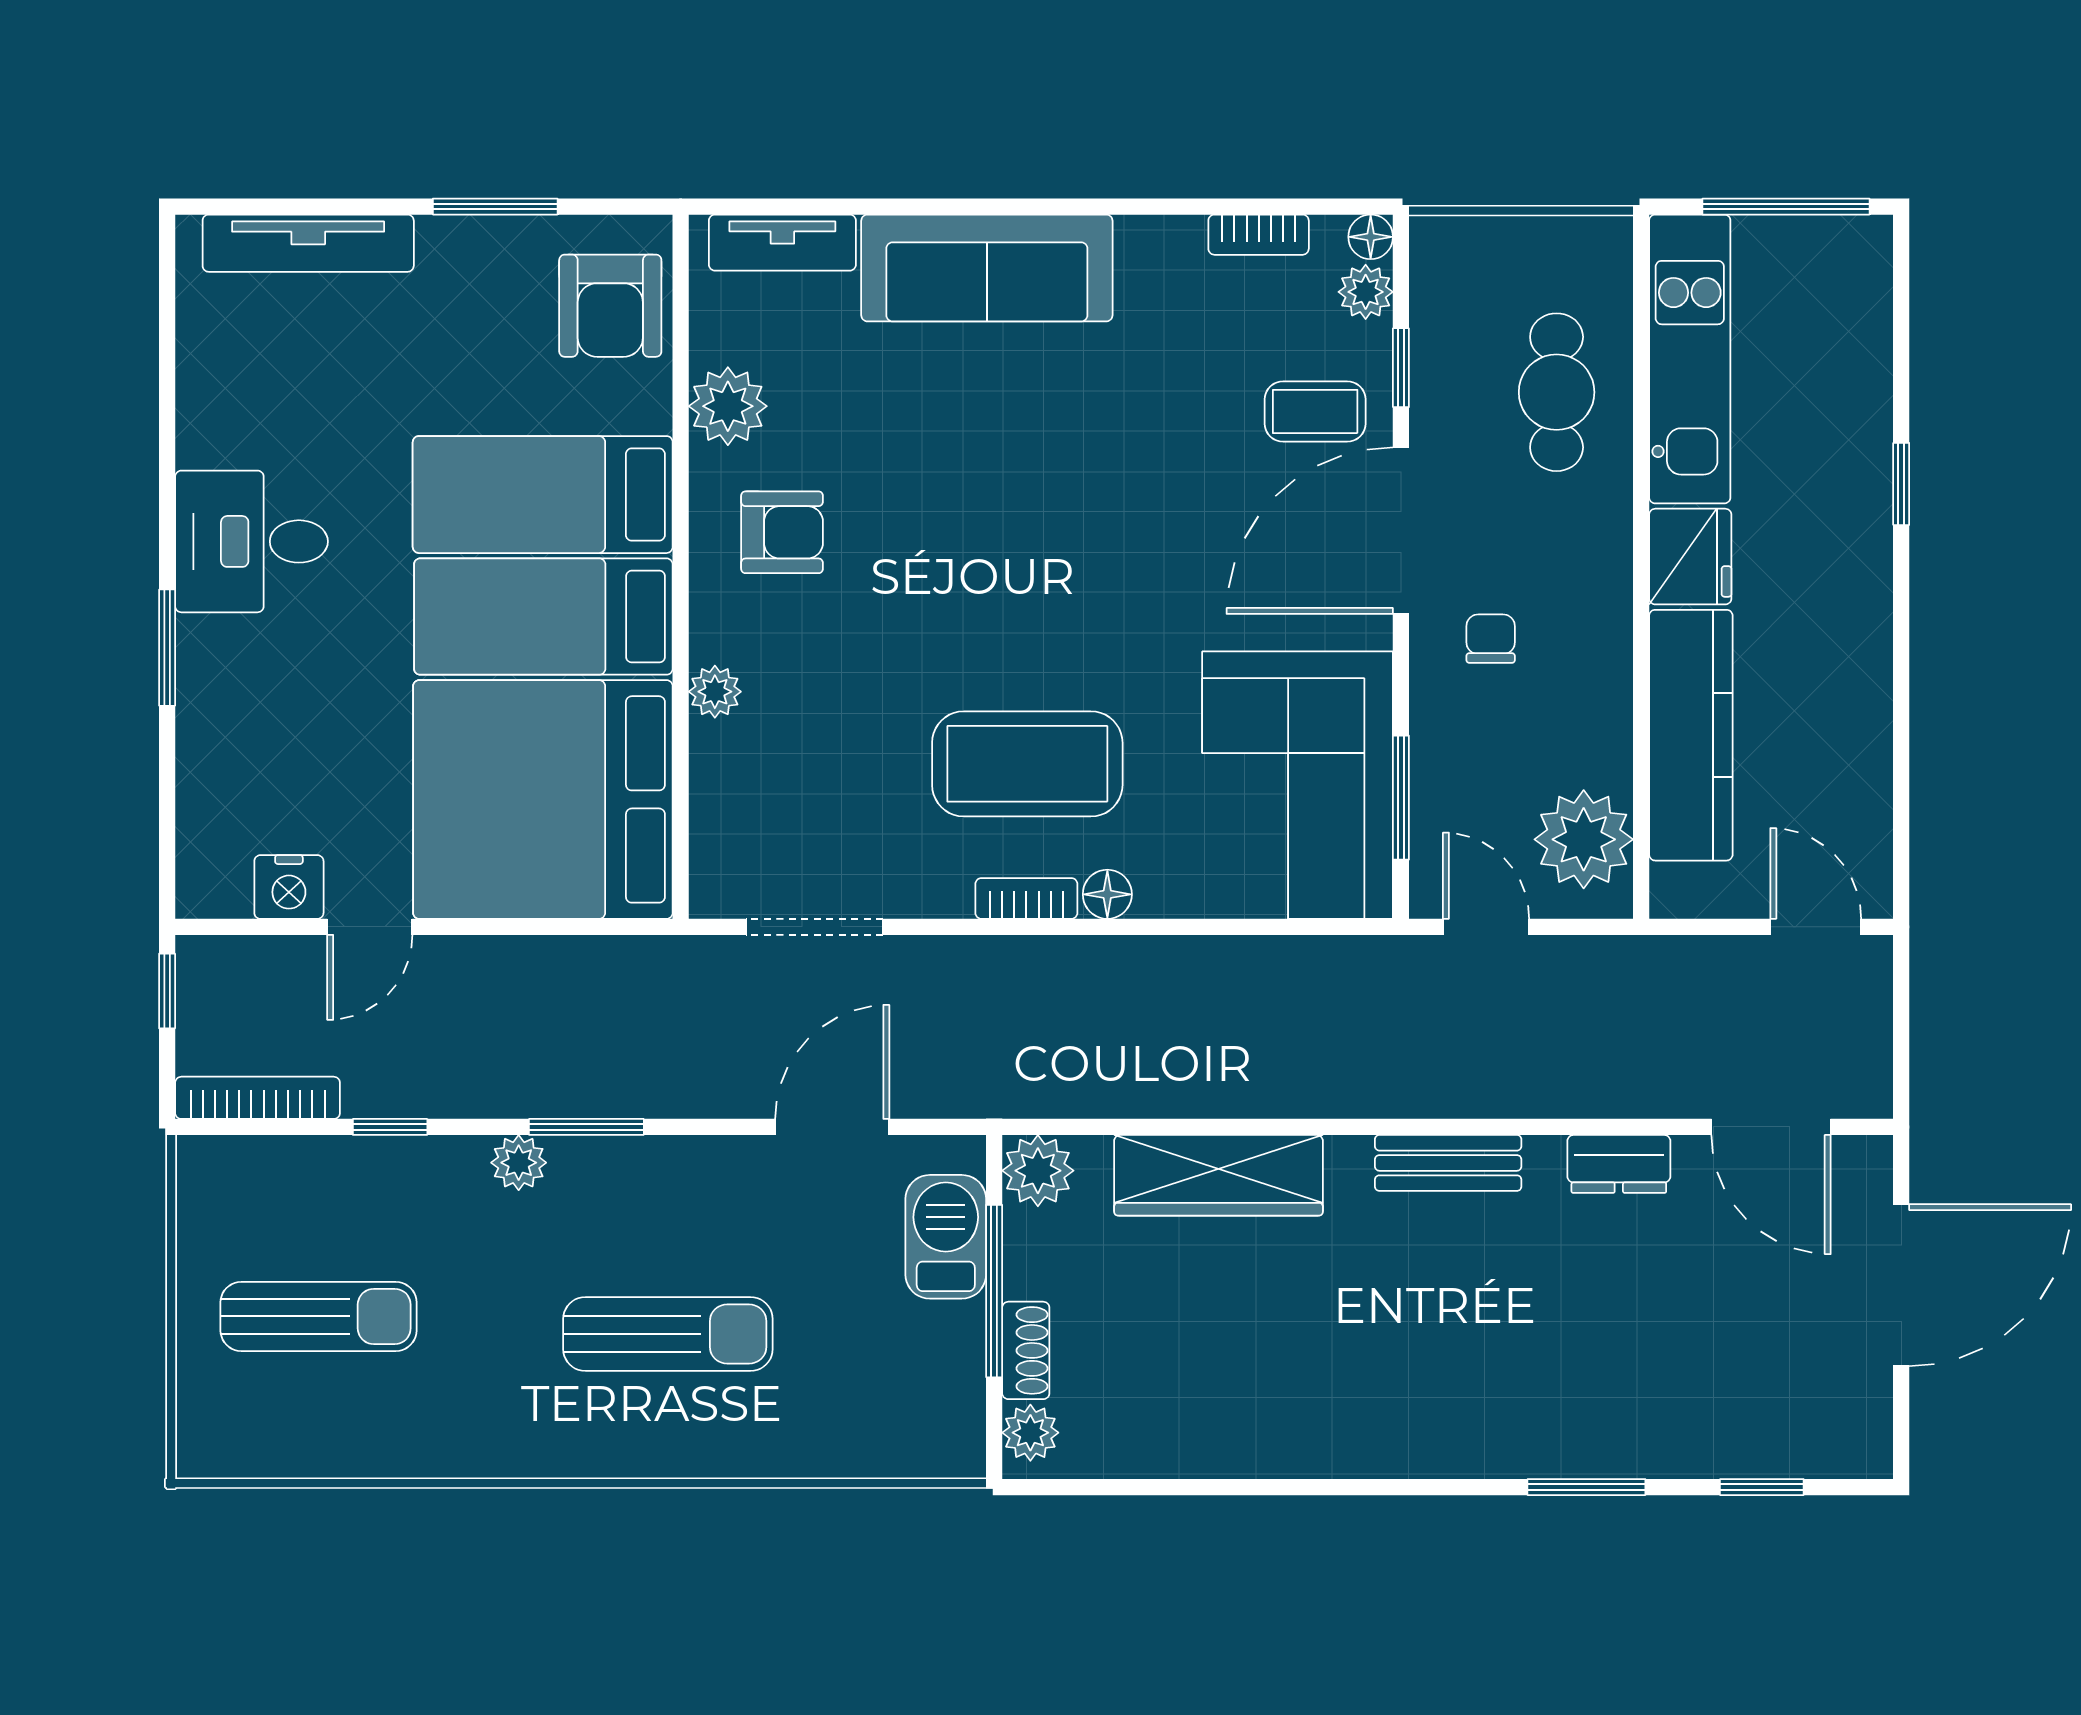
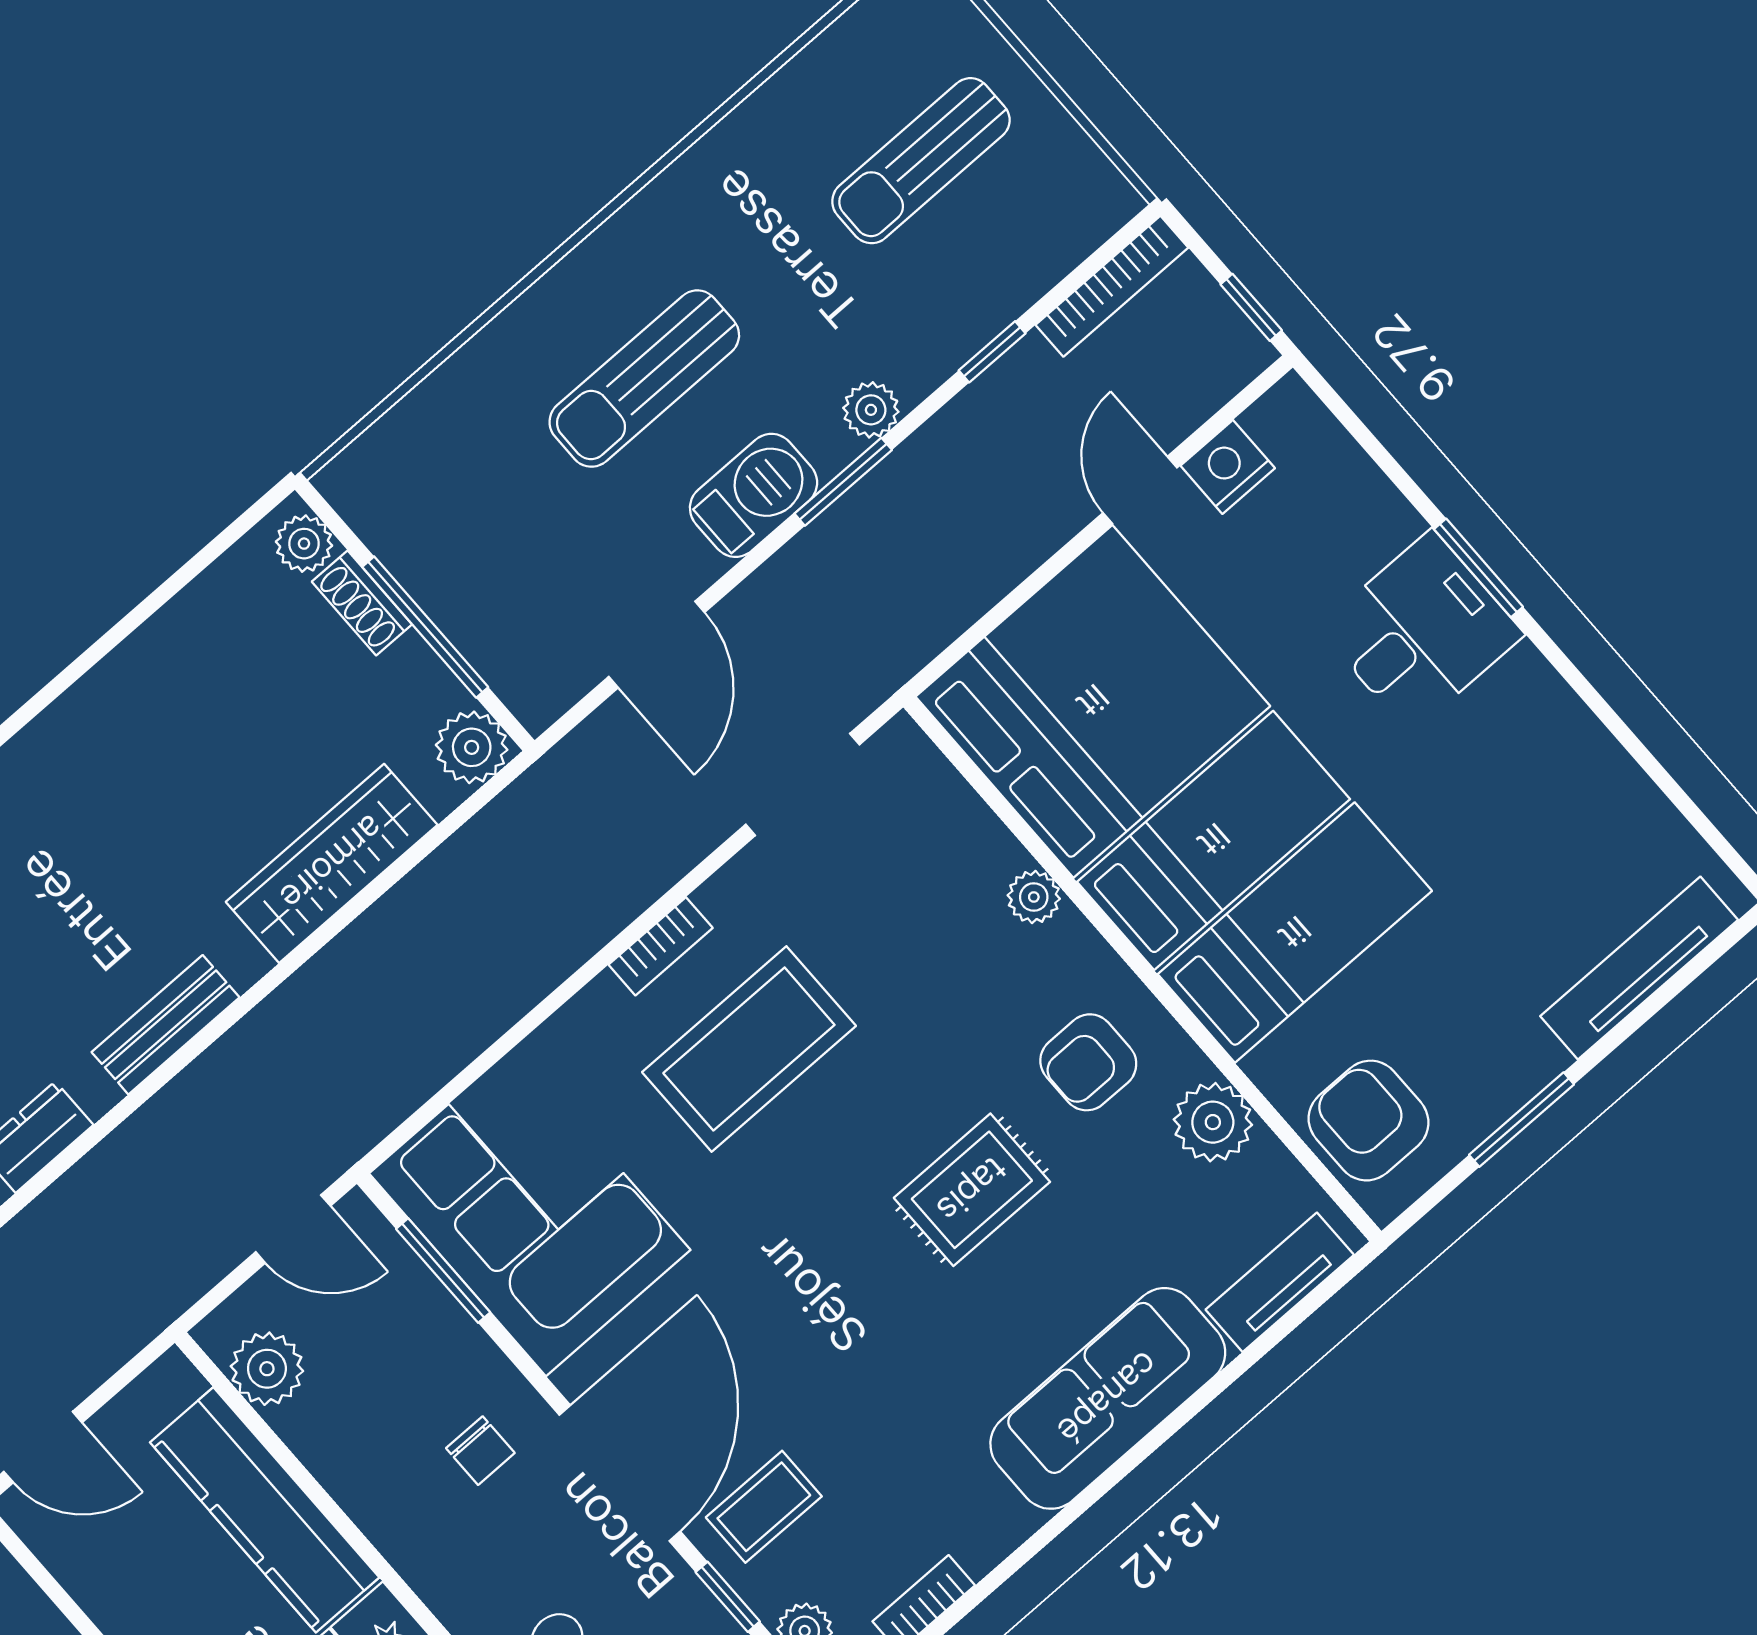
rug: (952, 513) -> (972, 1190), added
desk: (251, 541) -> (1421, 631), moved
plant: (1584, 839) -> (267, 1369), width x0.73, depth x0.73
floor lamp: (1107, 894) -> (602, 1003), removed
barbecue: (946, 1237) -> (754, 495), moved, turned -90

